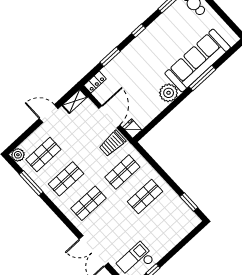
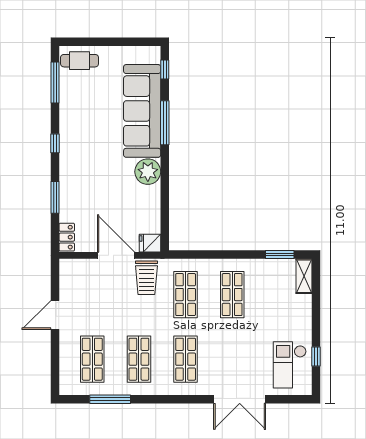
window: (230, 52) -> (165, 69), added
shelving: (75, 101) -> (304, 276), moved
plant: (18, 155) -> (68, 386), removed

